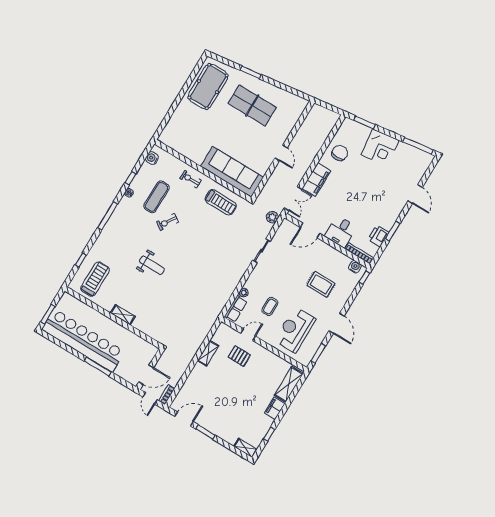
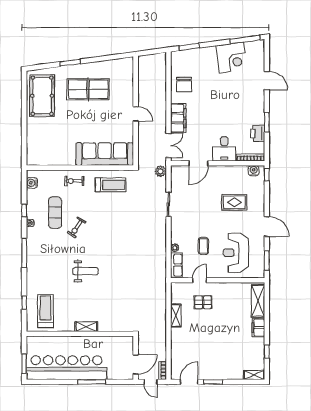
corner desk: (380, 148) -> (232, 58), moved
chair: (340, 153) -> (184, 85), turned 180

